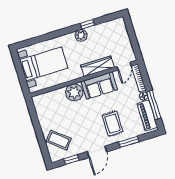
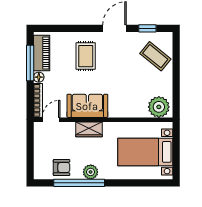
window: (87, 24) -> (79, 183), width x3.17
armchair: (104, 32) -> (62, 168), added
wardrobe: (97, 66) -> (89, 129), width x0.67
plant: (74, 92) -> (159, 107), moved
window: (129, 142) -> (73, 28), removed

